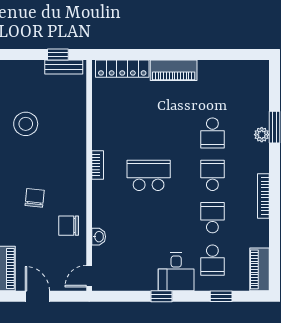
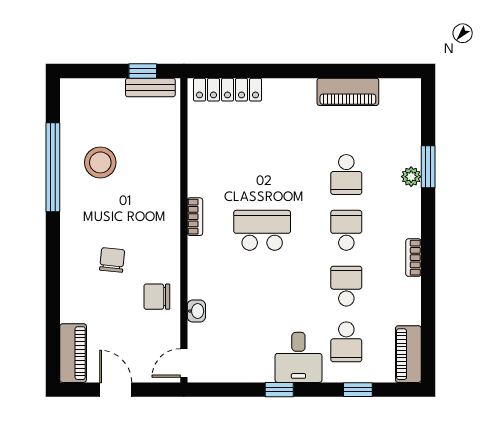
piano: (174, 70) -> (348, 92), moved
bookcase: (263, 196) -> (414, 258), width x0.64

